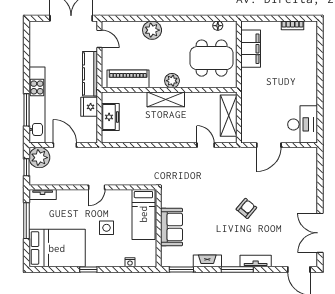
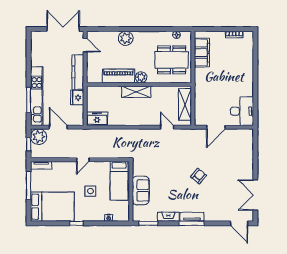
piano: (128, 79) -> (119, 76), moved
freezer: (110, 117) -> (97, 119), moved, turned -90
tv unit: (256, 261) -> (192, 217), moved

